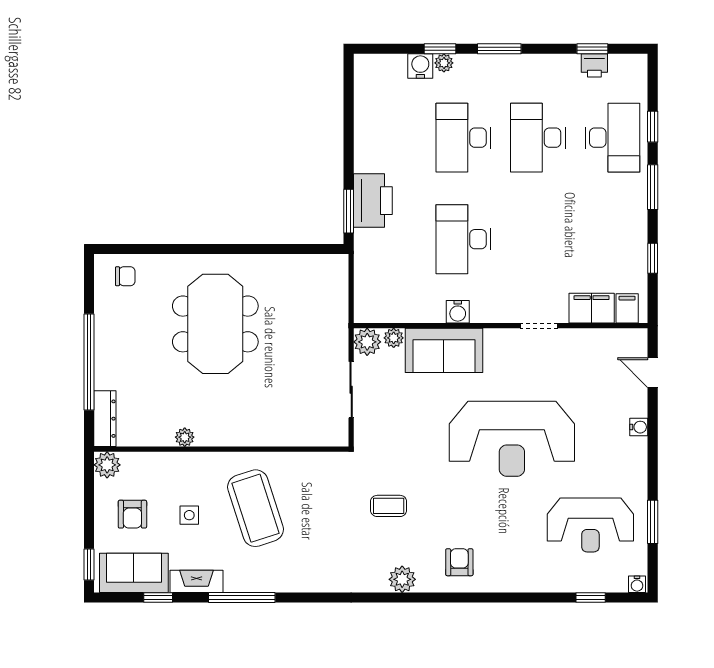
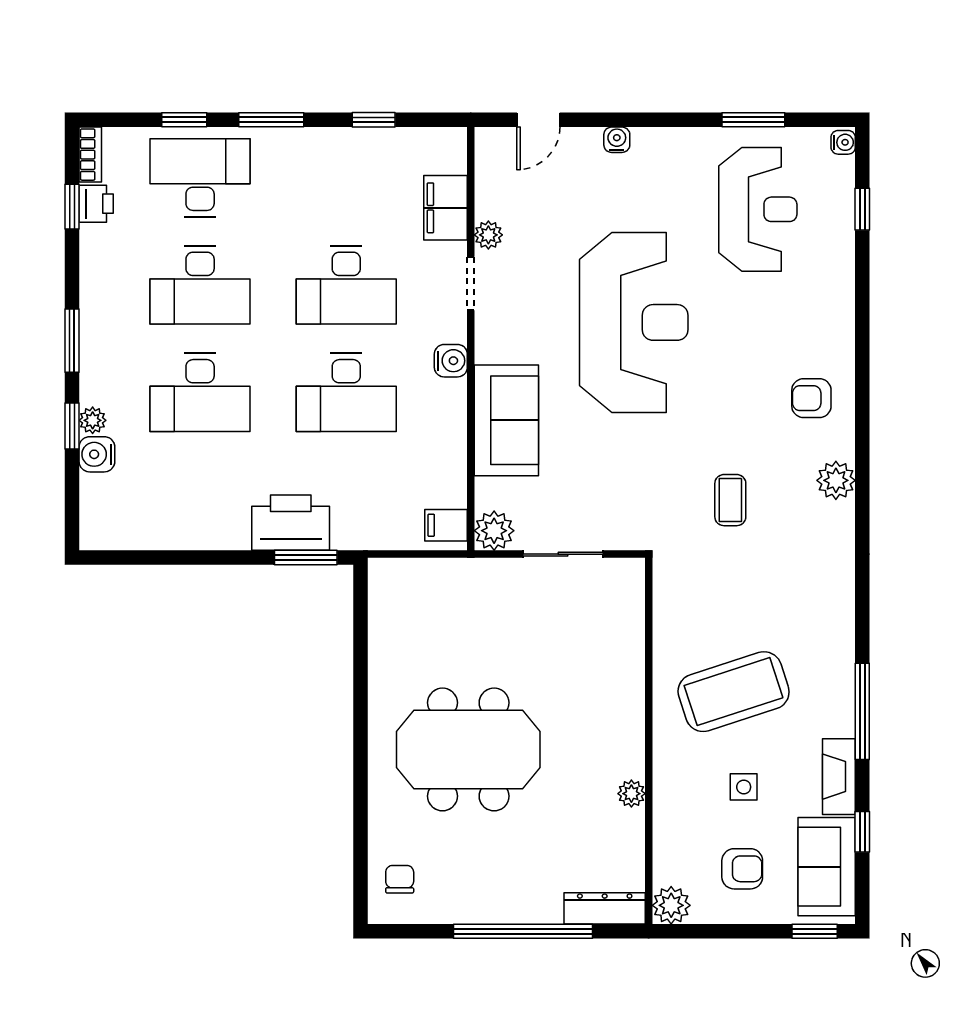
bookcase: (628, 61) -> (90, 155), added
desk: (538, 239) -> (346, 285), added
filing cabinet: (627, 308) -> (446, 525), moved
water cooler: (458, 312) -> (451, 361), moved
plant: (394, 338) -> (488, 235), moved

